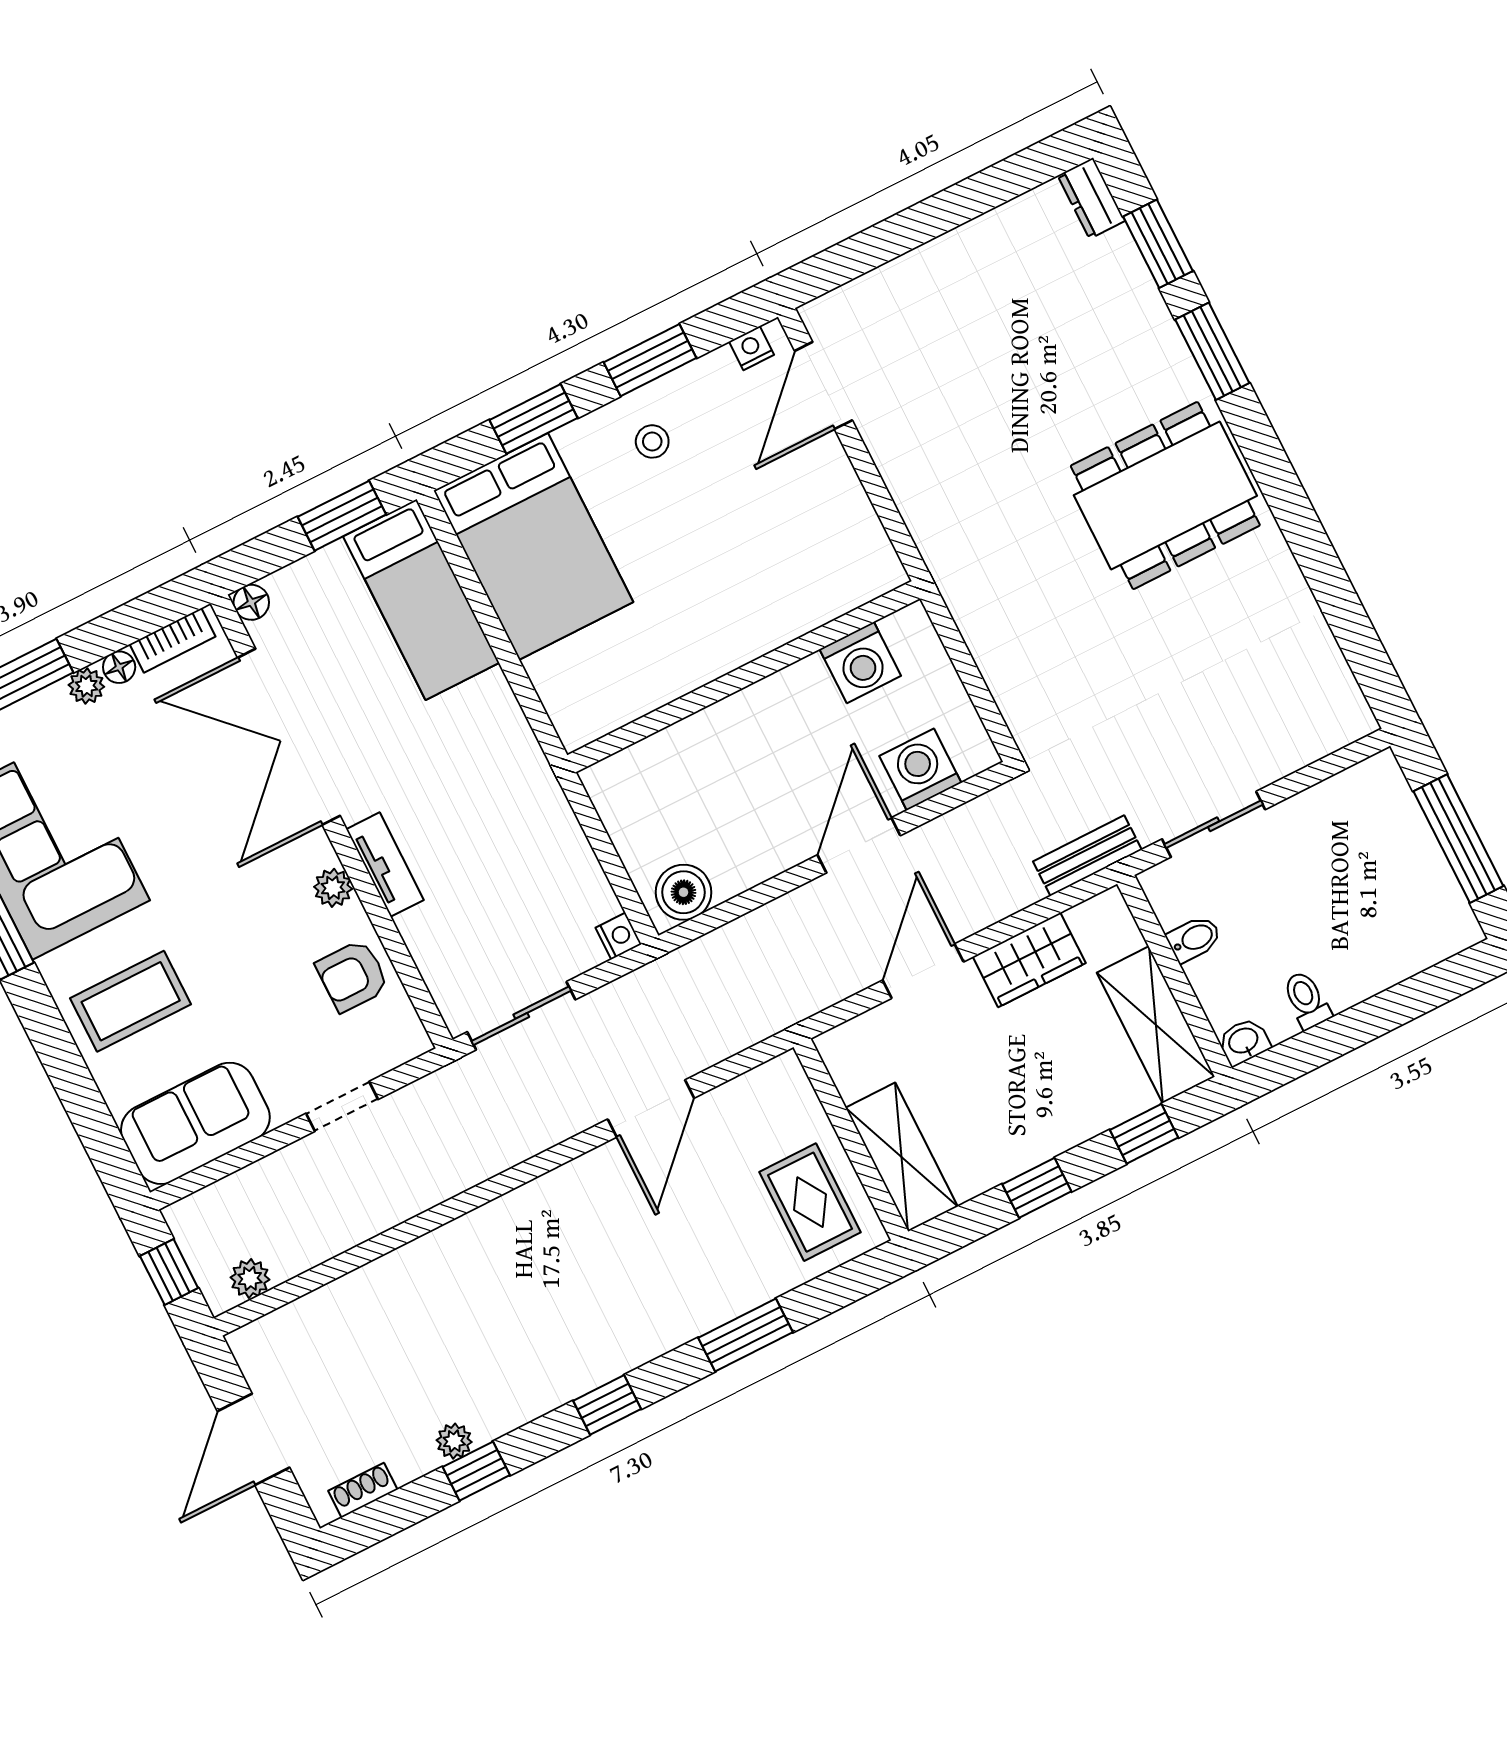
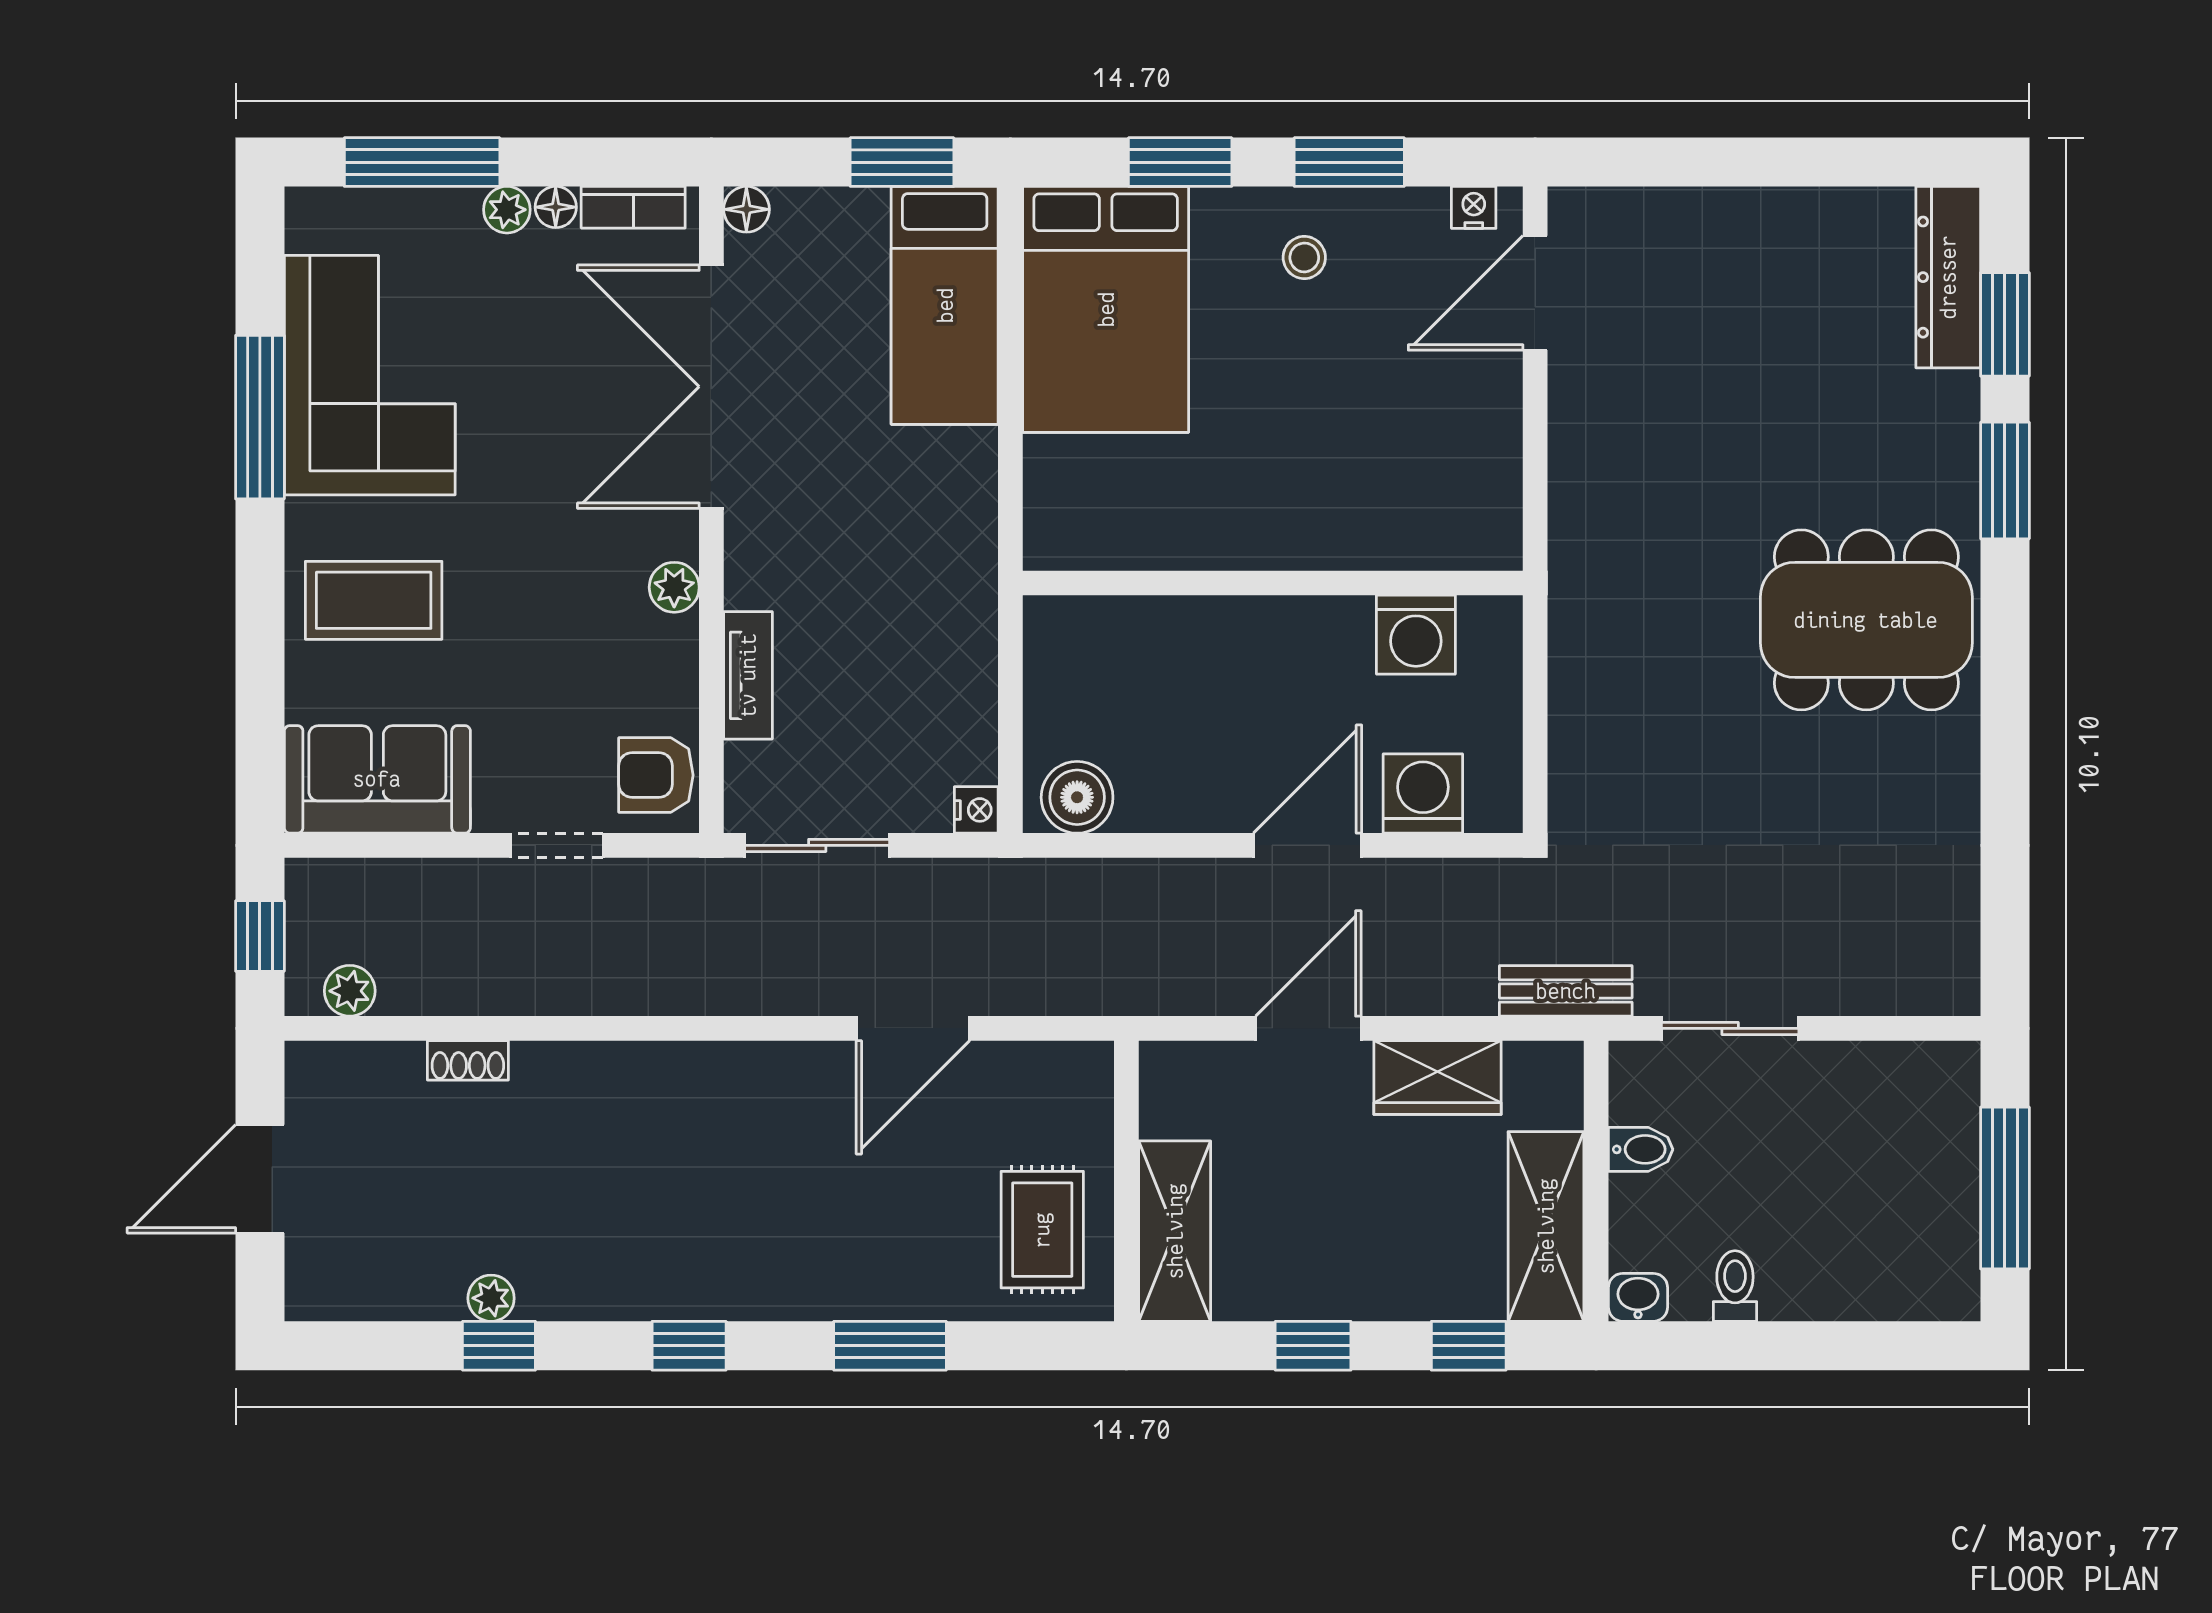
dresser: (1091, 198) -> (1948, 277), width x1.96, depth x1.24
tv unit: (385, 865) -> (748, 675), moved
armchair: (352, 976) -> (656, 775), moved
shoe rack: (363, 1490) -> (468, 1060), moved, turned 180

